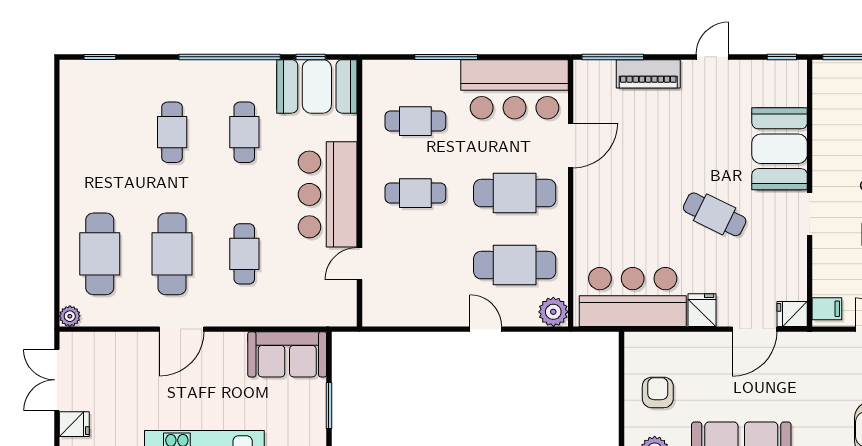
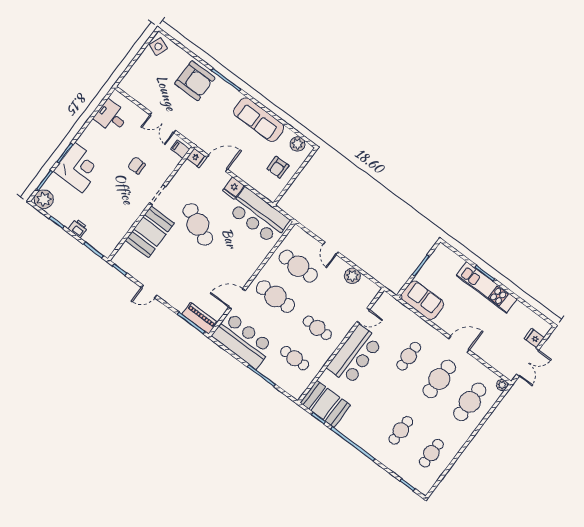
piano: (648, 74) -> (200, 318), moved
cafe table: (244, 132) -> (431, 453), moved
cafe table: (715, 214) -> (198, 224), width x1.37, depth x1.35
plant: (553, 312) -> (352, 276), moved

